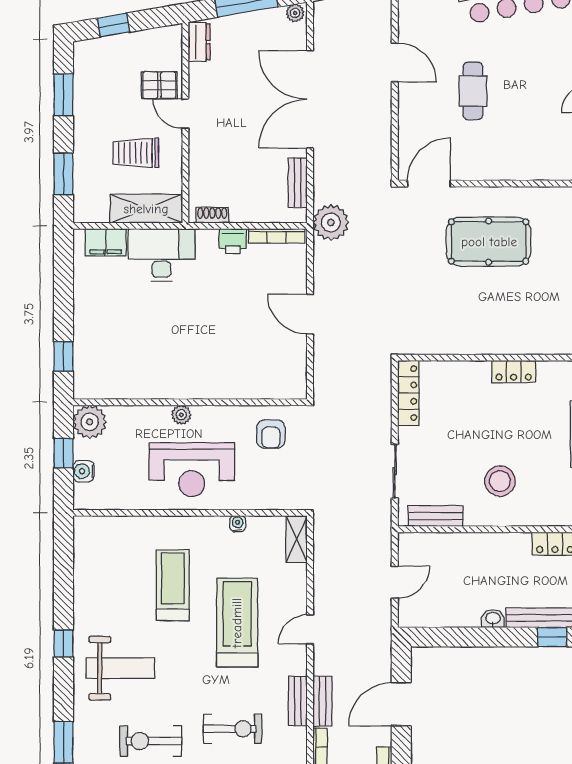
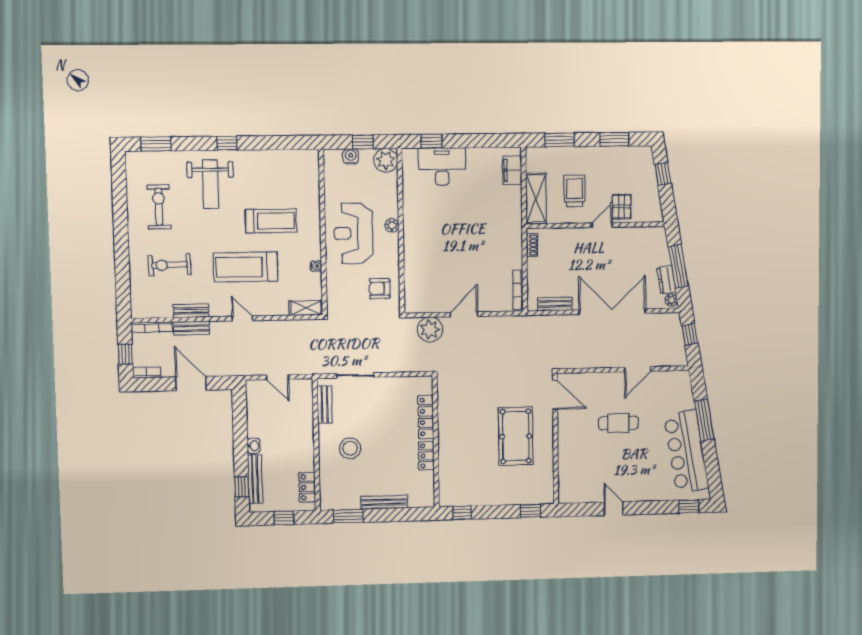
dresser: (199, 42) -> (666, 280), moved, turned 80
plant: (331, 222) -> (430, 329), moved
printer: (233, 241) -> (514, 260), removed
desk: (161, 255) -> (442, 166), moved, turned -90
locker: (408, 393) -> (426, 417), moved, turned 90
treadmill: (237, 623) -> (246, 267), turned 180
exercise bike: (233, 729) -> (169, 265), turned 88

